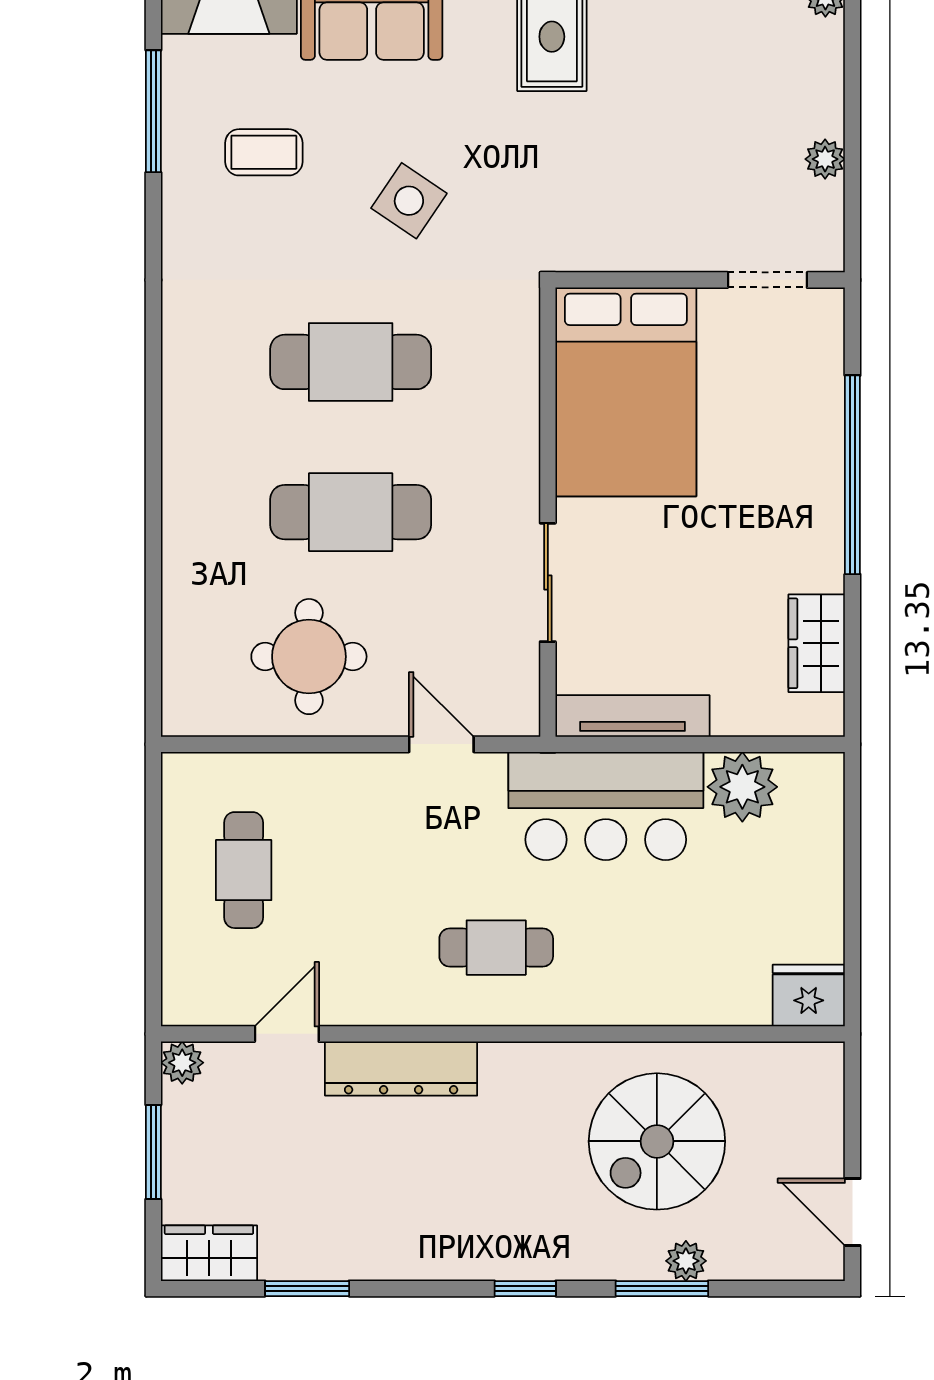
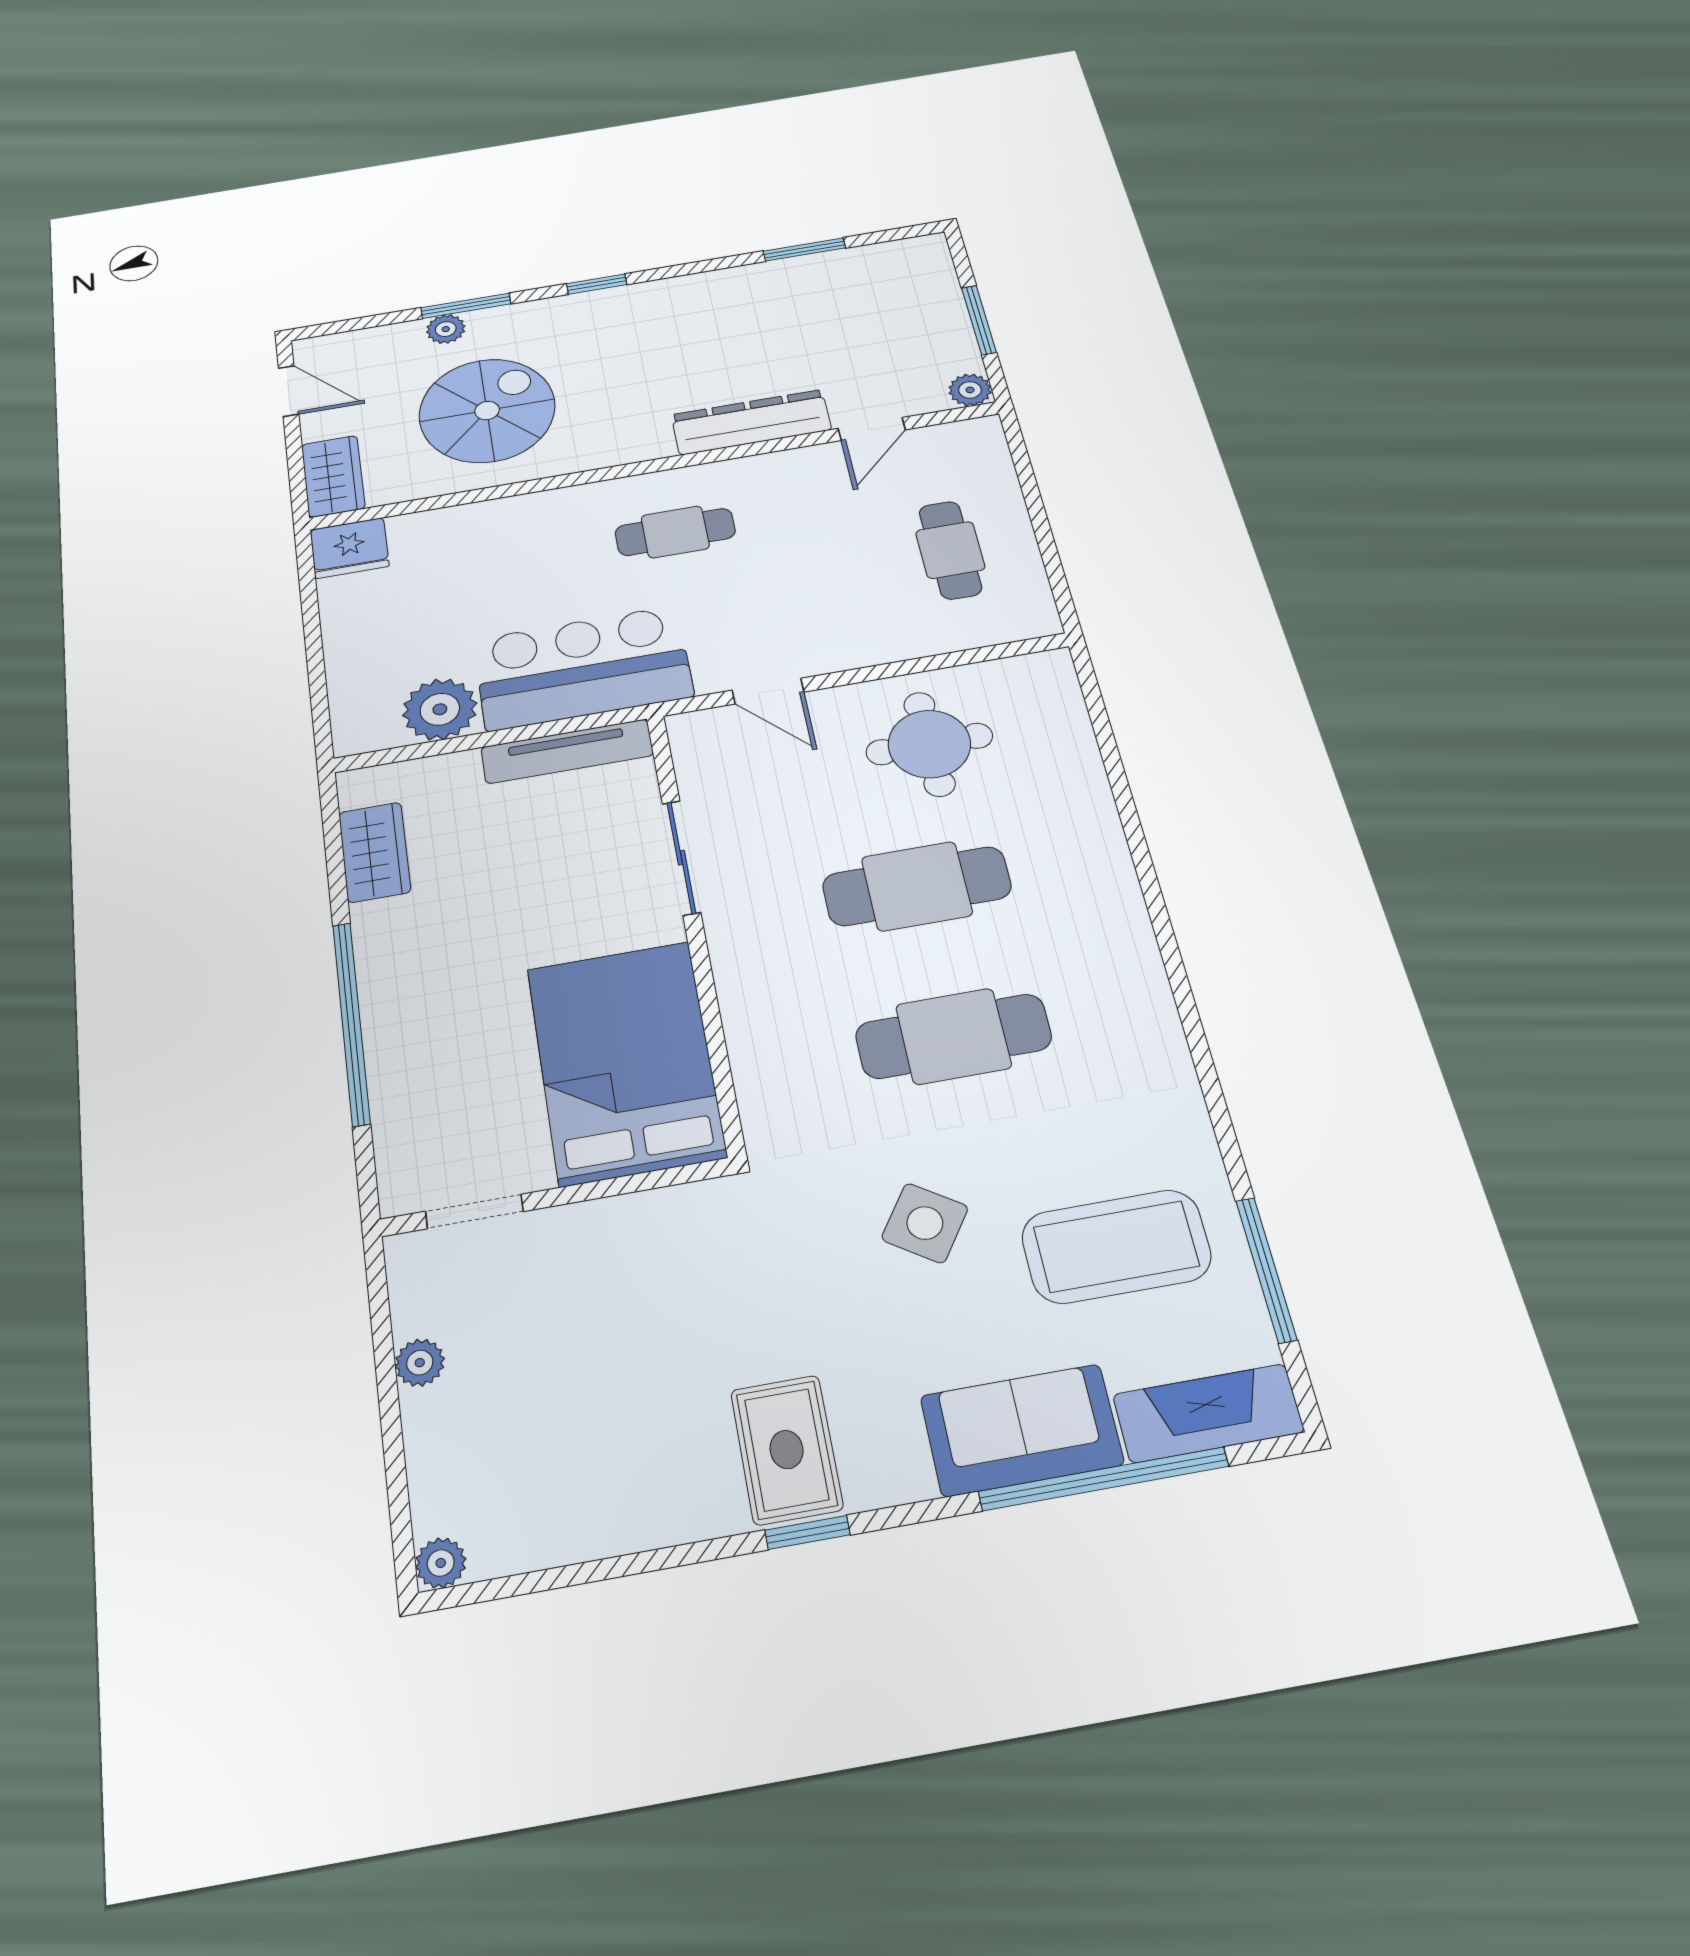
coffee table: (264, 152) -> (1116, 1246), width x1.86, depth x1.72
wardrobe: (209, 1253) -> (333, 476), moved, turned -90

